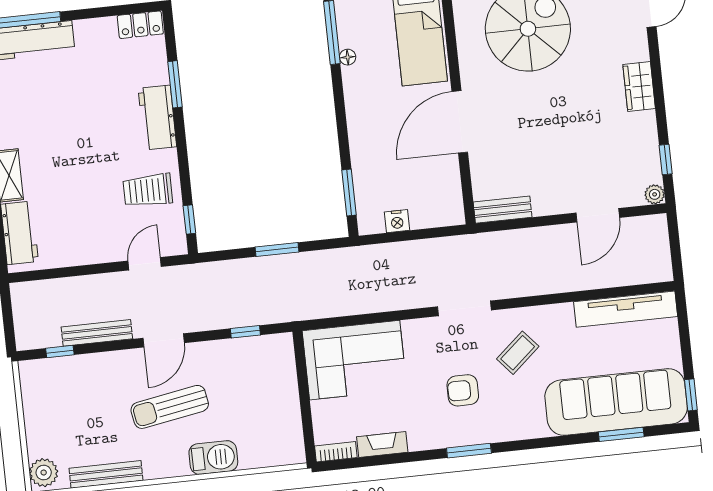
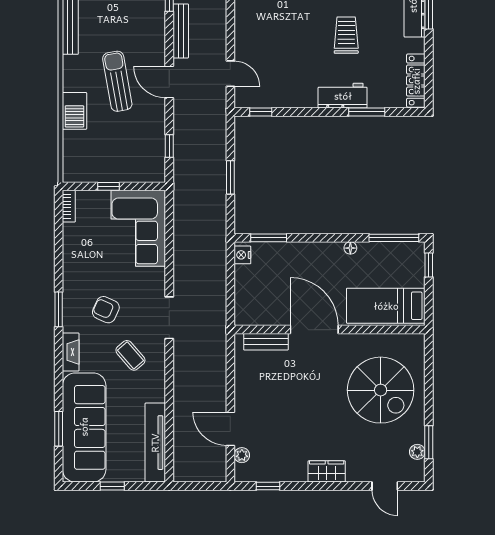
locker: (140, 25) -> (416, 81), width x1.53
floor lamp: (348, 57) -> (350, 248), moved
trolley: (148, 190) -> (346, 35), moved
plant: (655, 194) -> (242, 455), moved
bench: (503, 210) -> (266, 342), moved, turned 90
nightstand: (397, 221) -> (242, 255), moved
armchair: (463, 390) -> (106, 310), turned -66
window: (691, 395) -> (112, 486), moved
window: (305, 404) -> (108, 186), added
fireplace: (382, 444) -> (71, 352), moved

